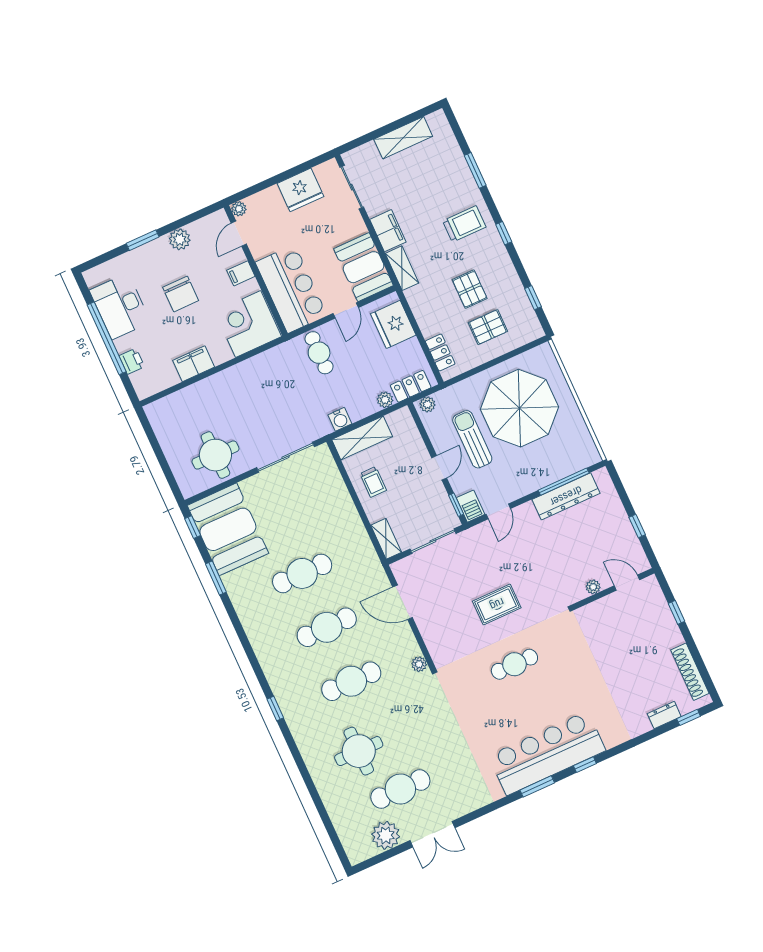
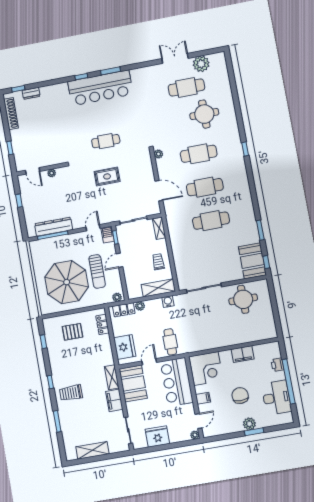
plant: (180, 239) -> (249, 424), moved
pallet: (470, 289) -> (77, 356), removed
booth: (228, 529) -> (252, 261), width x0.73, depth x0.70

